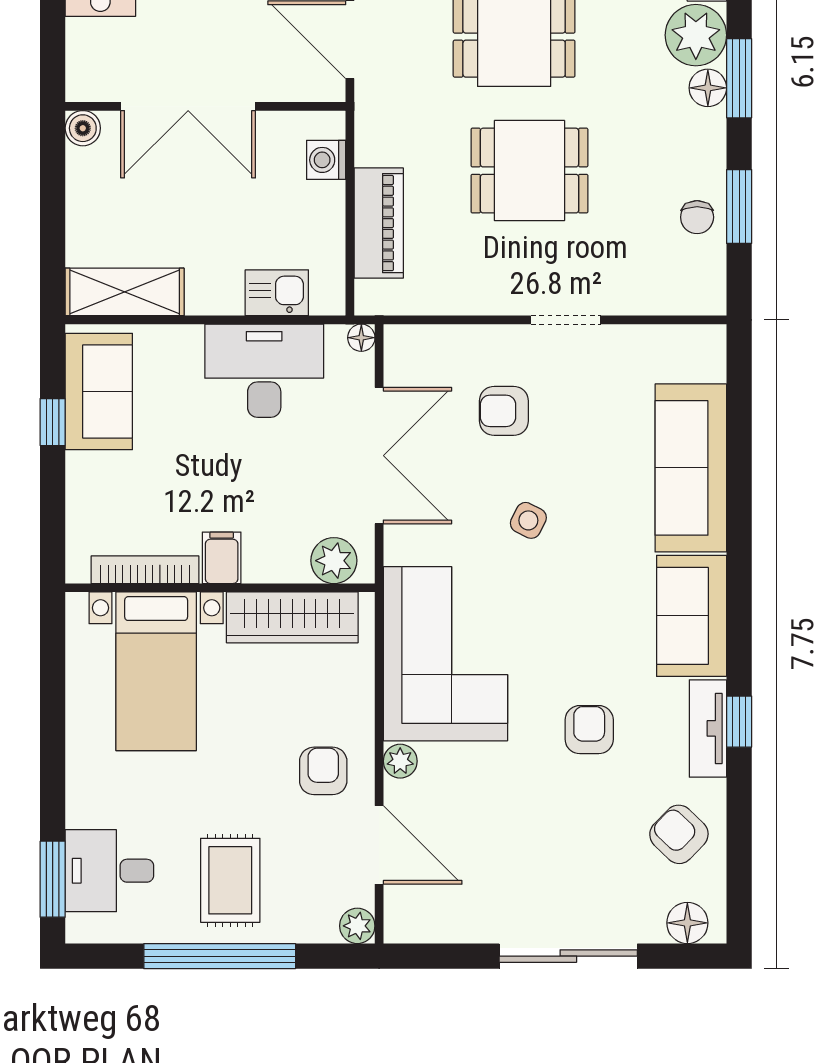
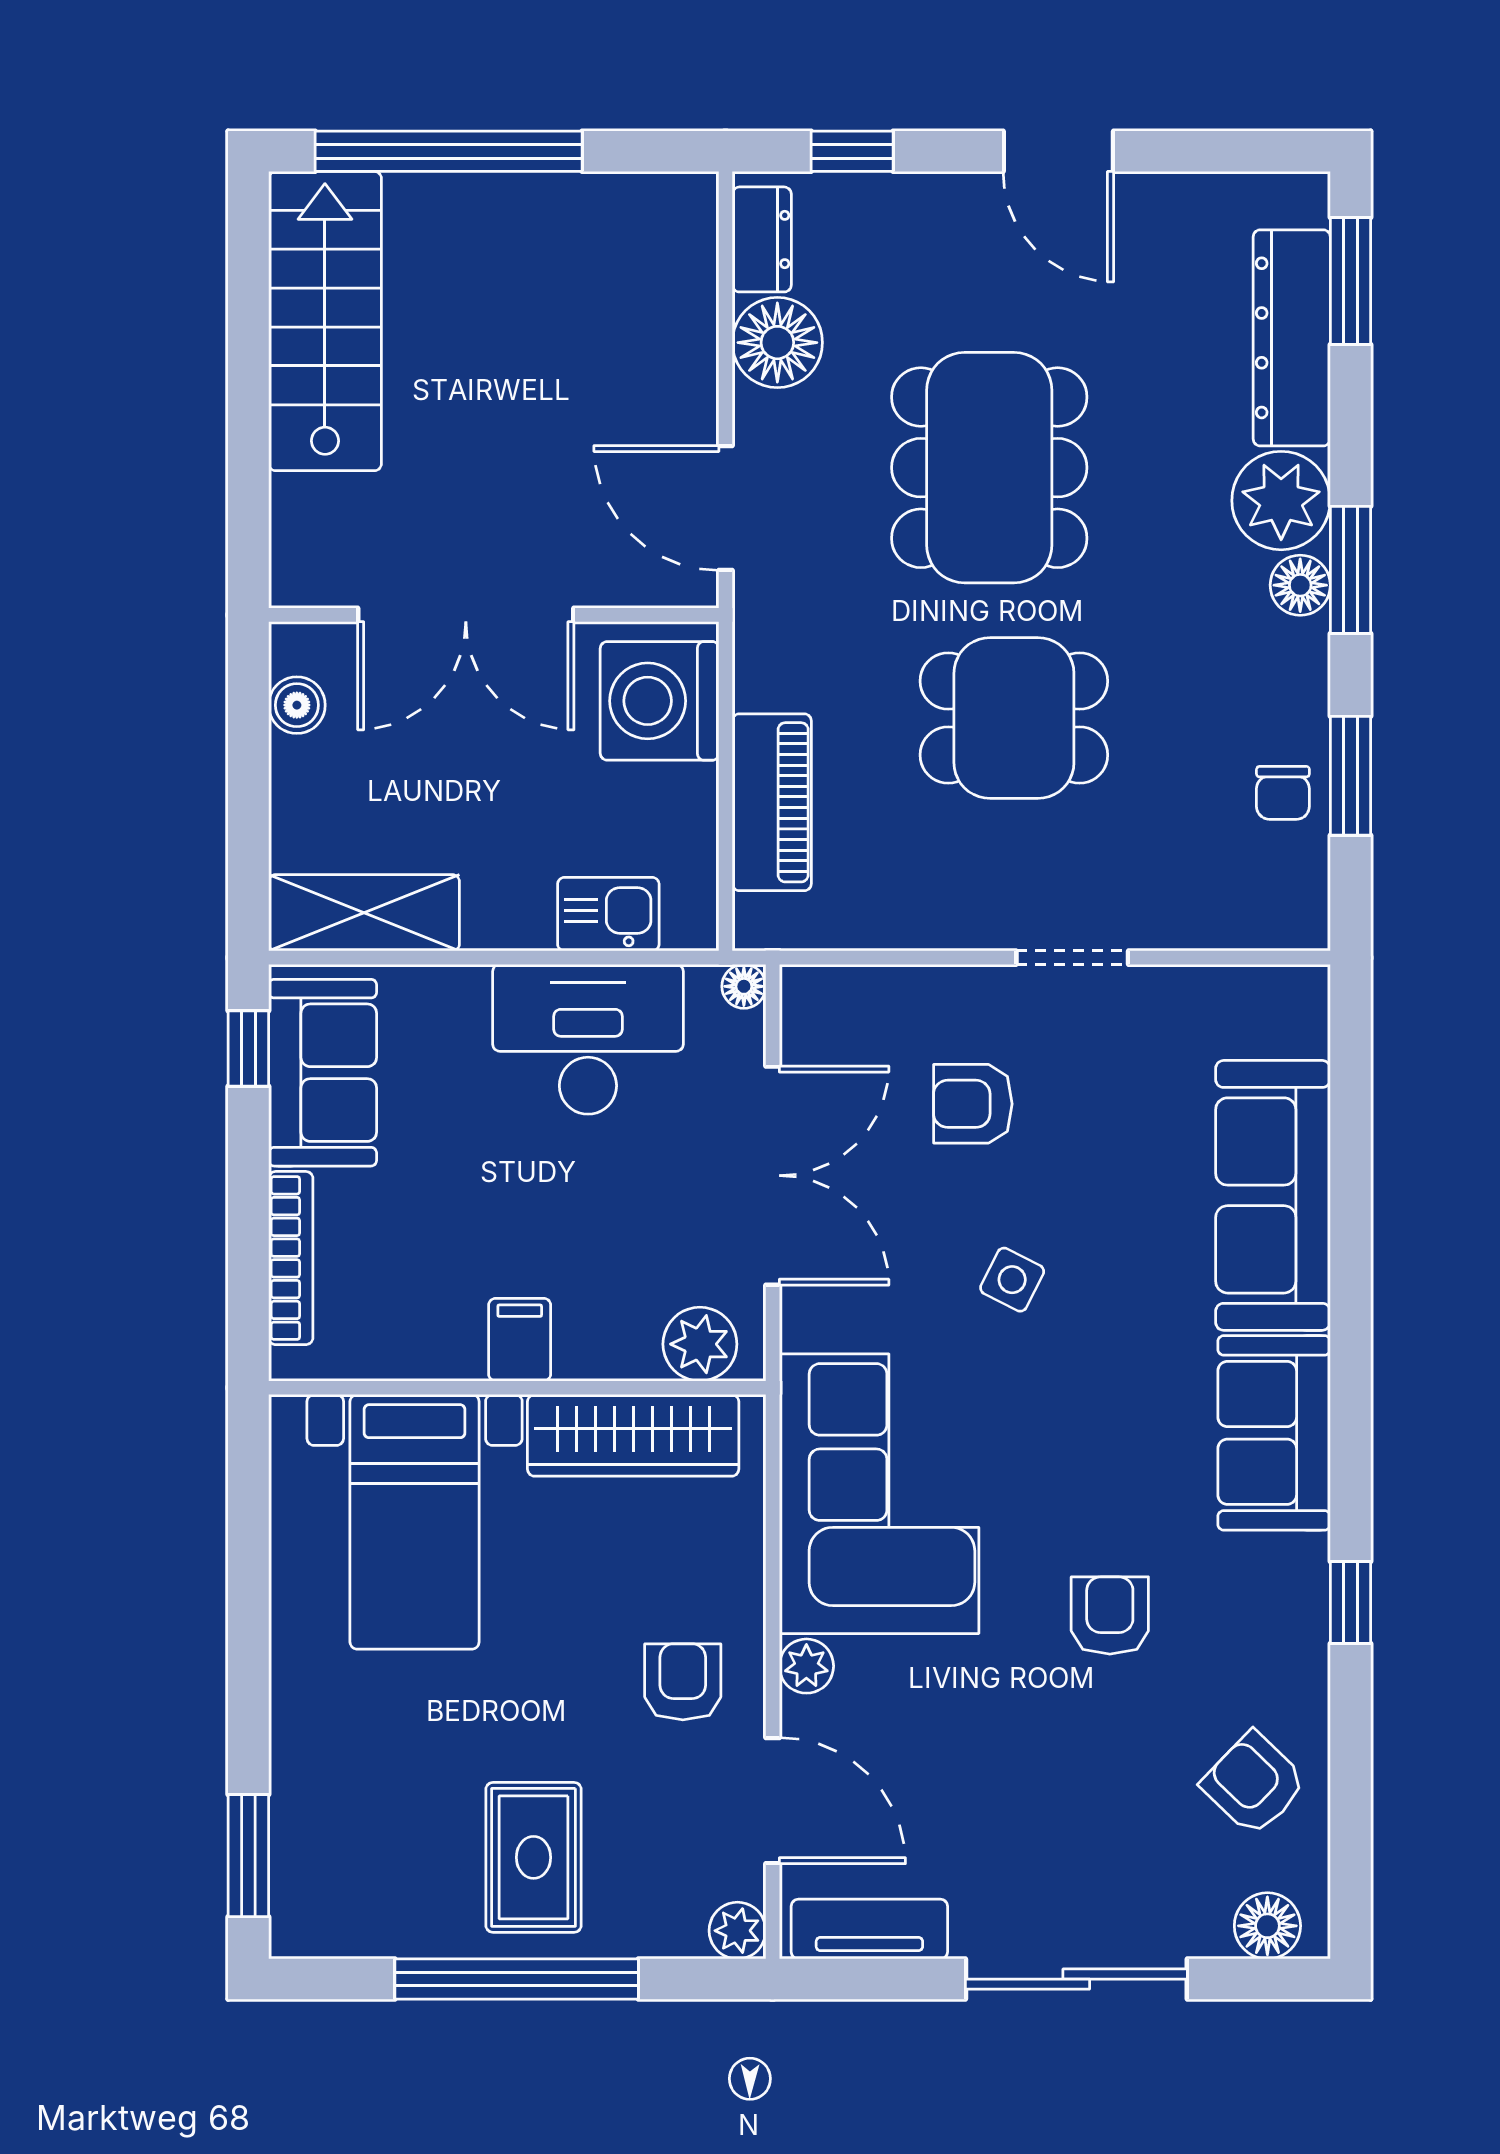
boiler: (83, 128) -> (297, 705), moved
washing machine: (326, 160) -> (659, 701), width x1.89, depth x1.89
window: (53, 422) -> (248, 1049), moved
bookcase: (145, 570) -> (291, 1258), moved, turned 90
tv unit: (708, 728) -> (869, 1929), moved, turned 90
desk: (109, 871) -> (340, 1842), removed

